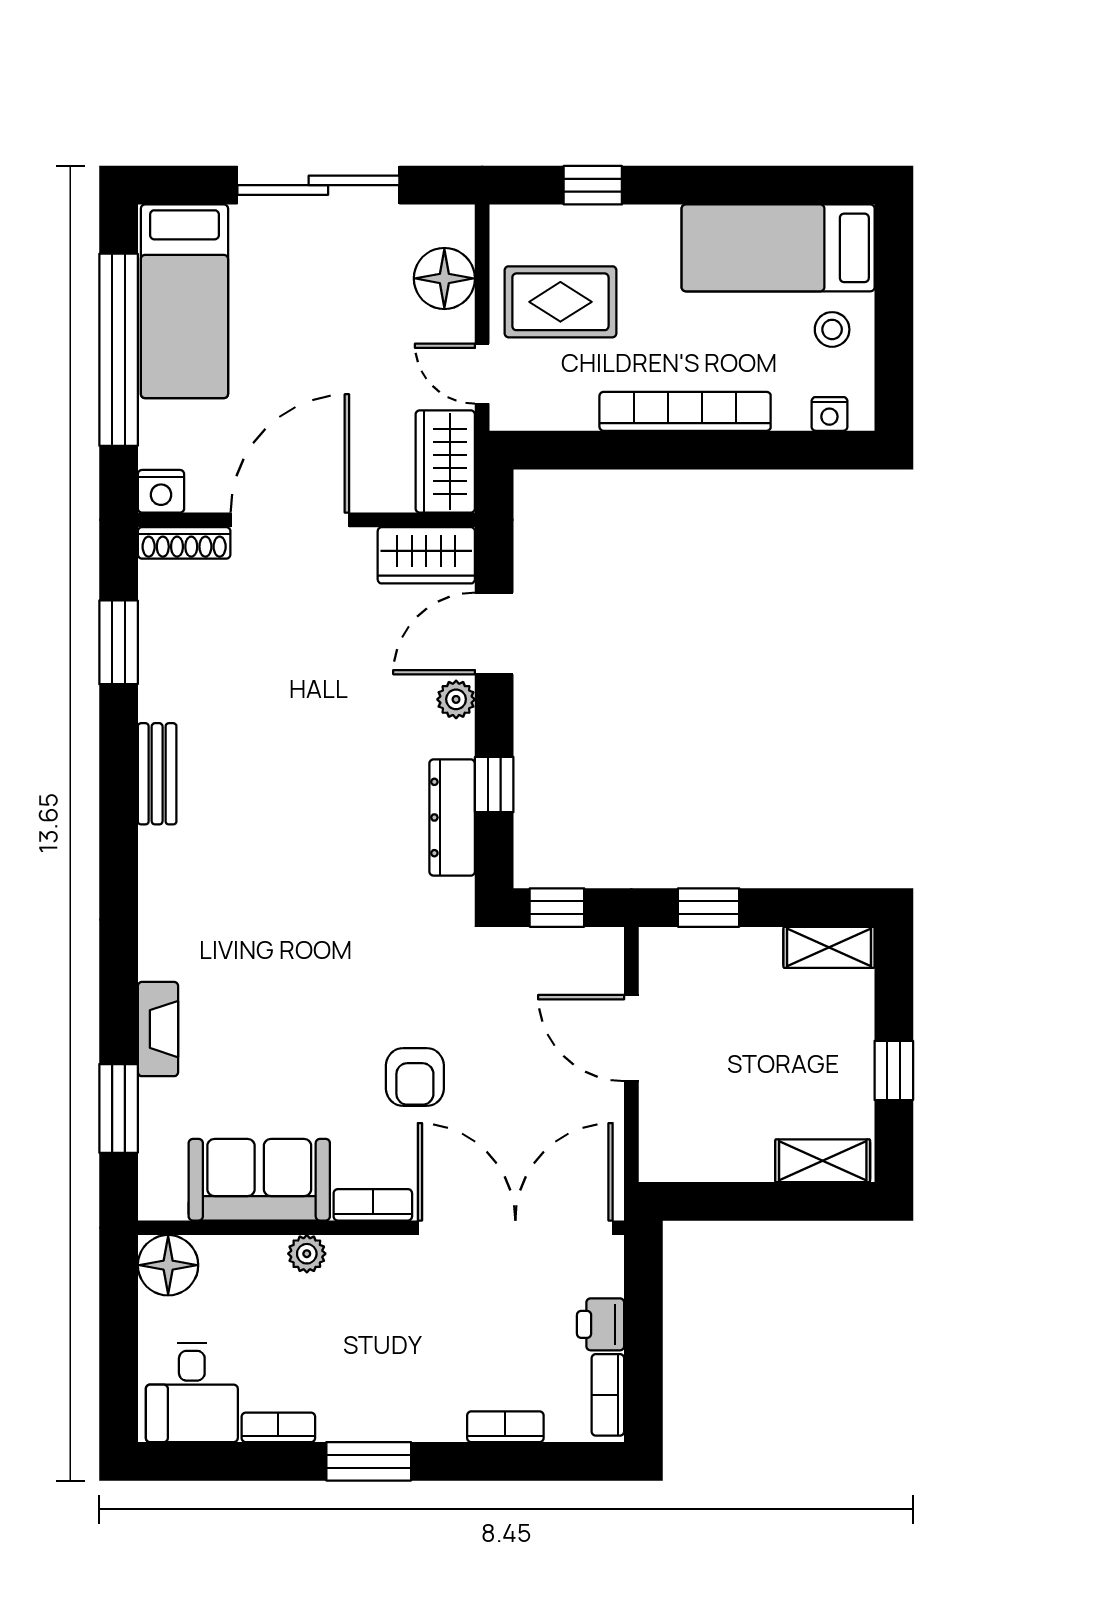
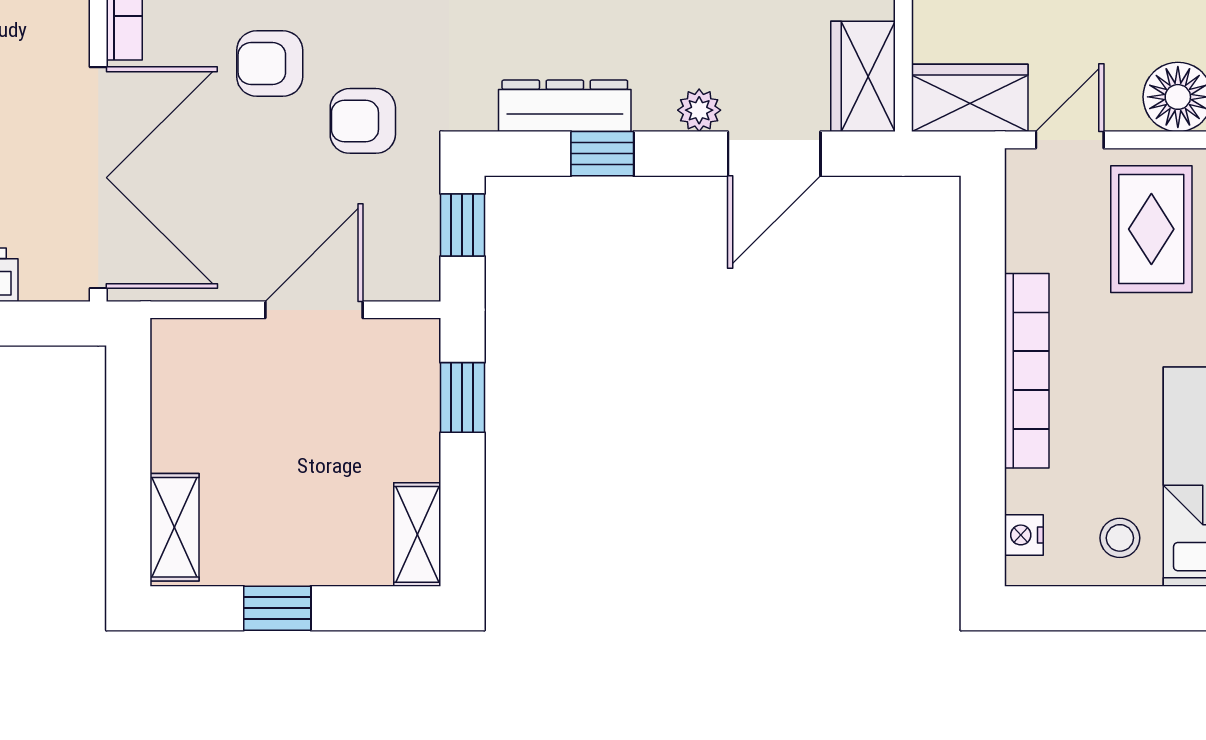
door: (494, 634) -> (774, 154), swing flipped
armchair: (465, 995) -> (363, 121), added

